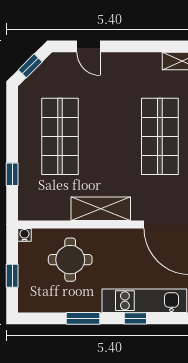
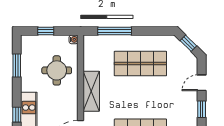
window: (127, 46) -> (202, 109), added
window: (12, 174) -> (115, 31), width x2.17
window: (83, 318) -> (17, 65), moved

